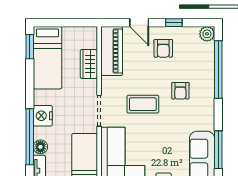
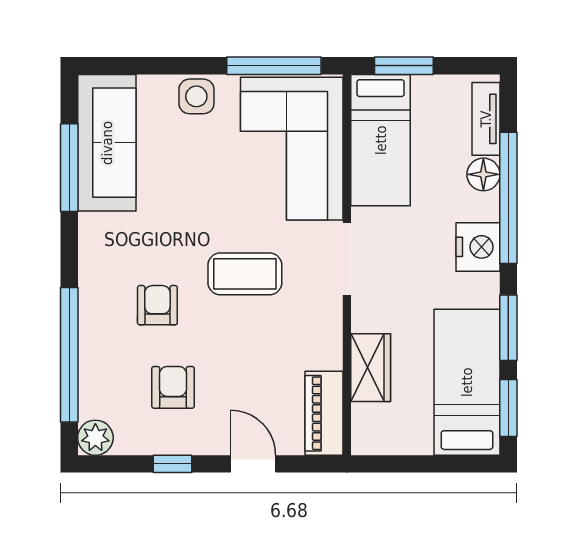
armchair: (163, 48) -> (173, 387), moved
piano: (112, 51) -> (324, 413), width x0.73, depth x0.75
window: (30, 81) -> (508, 328), added

